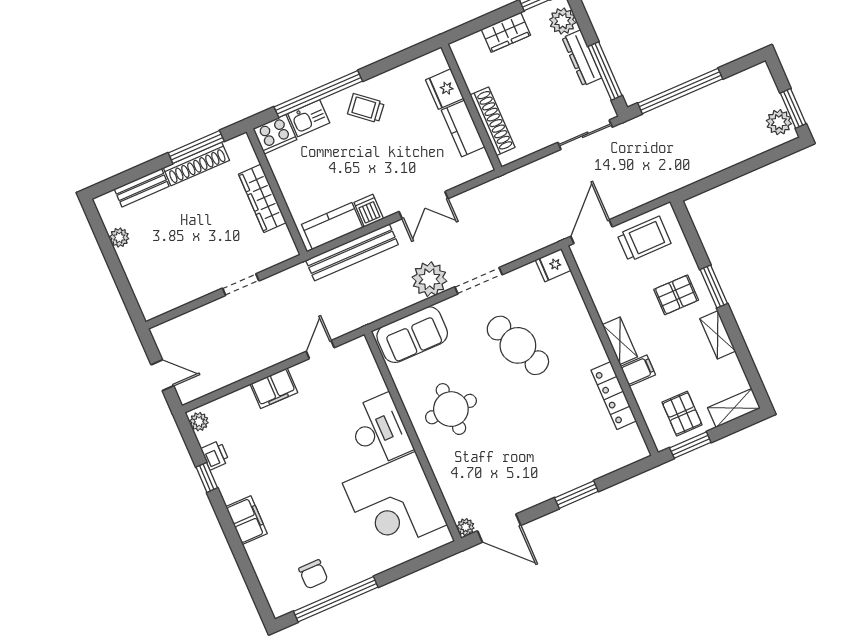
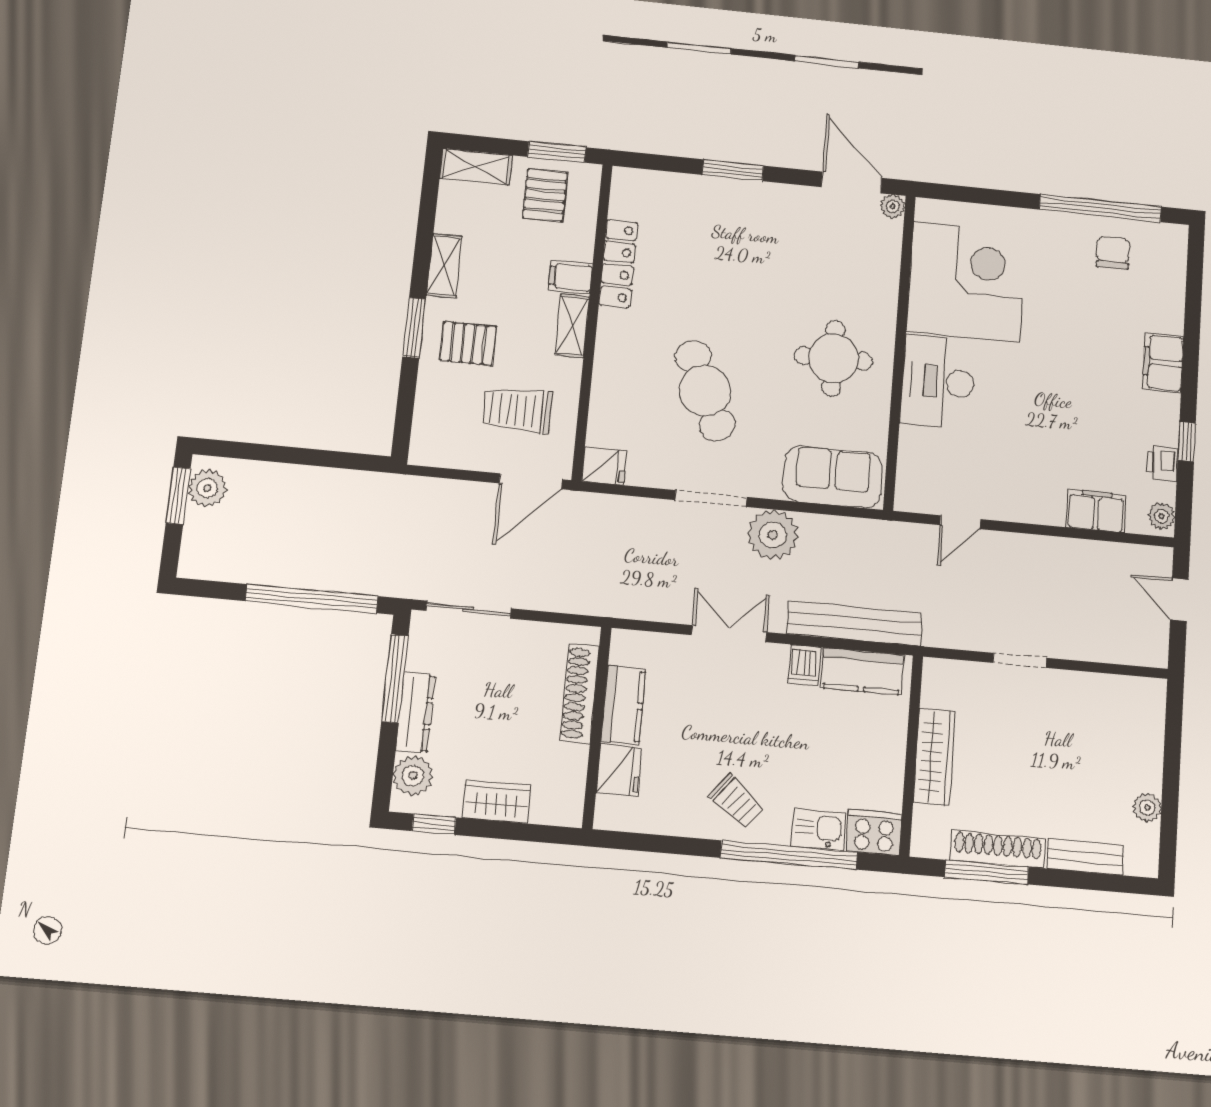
trolley: (644, 239) -> (517, 410), moved
filing cabinet: (274, 388) -> (1096, 511), moved

